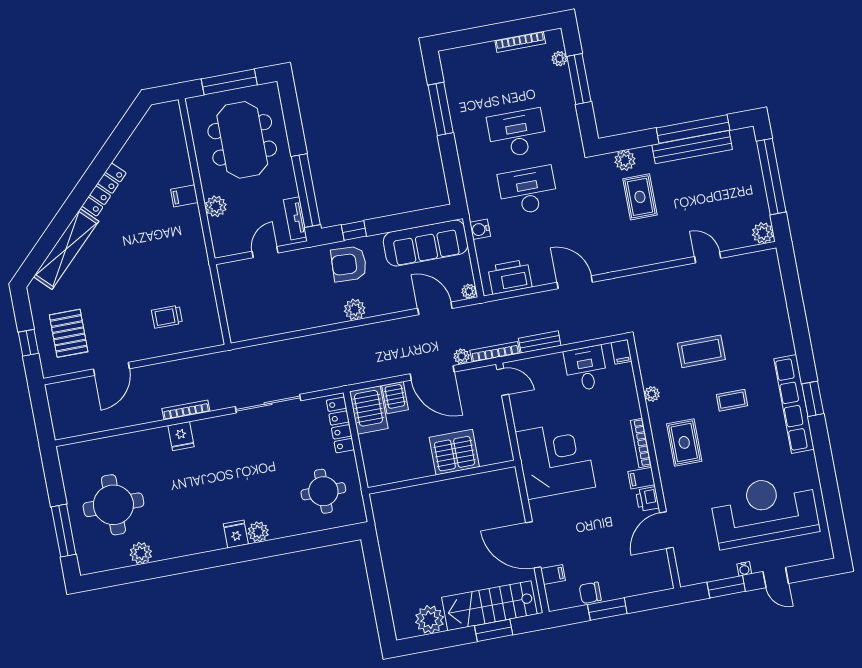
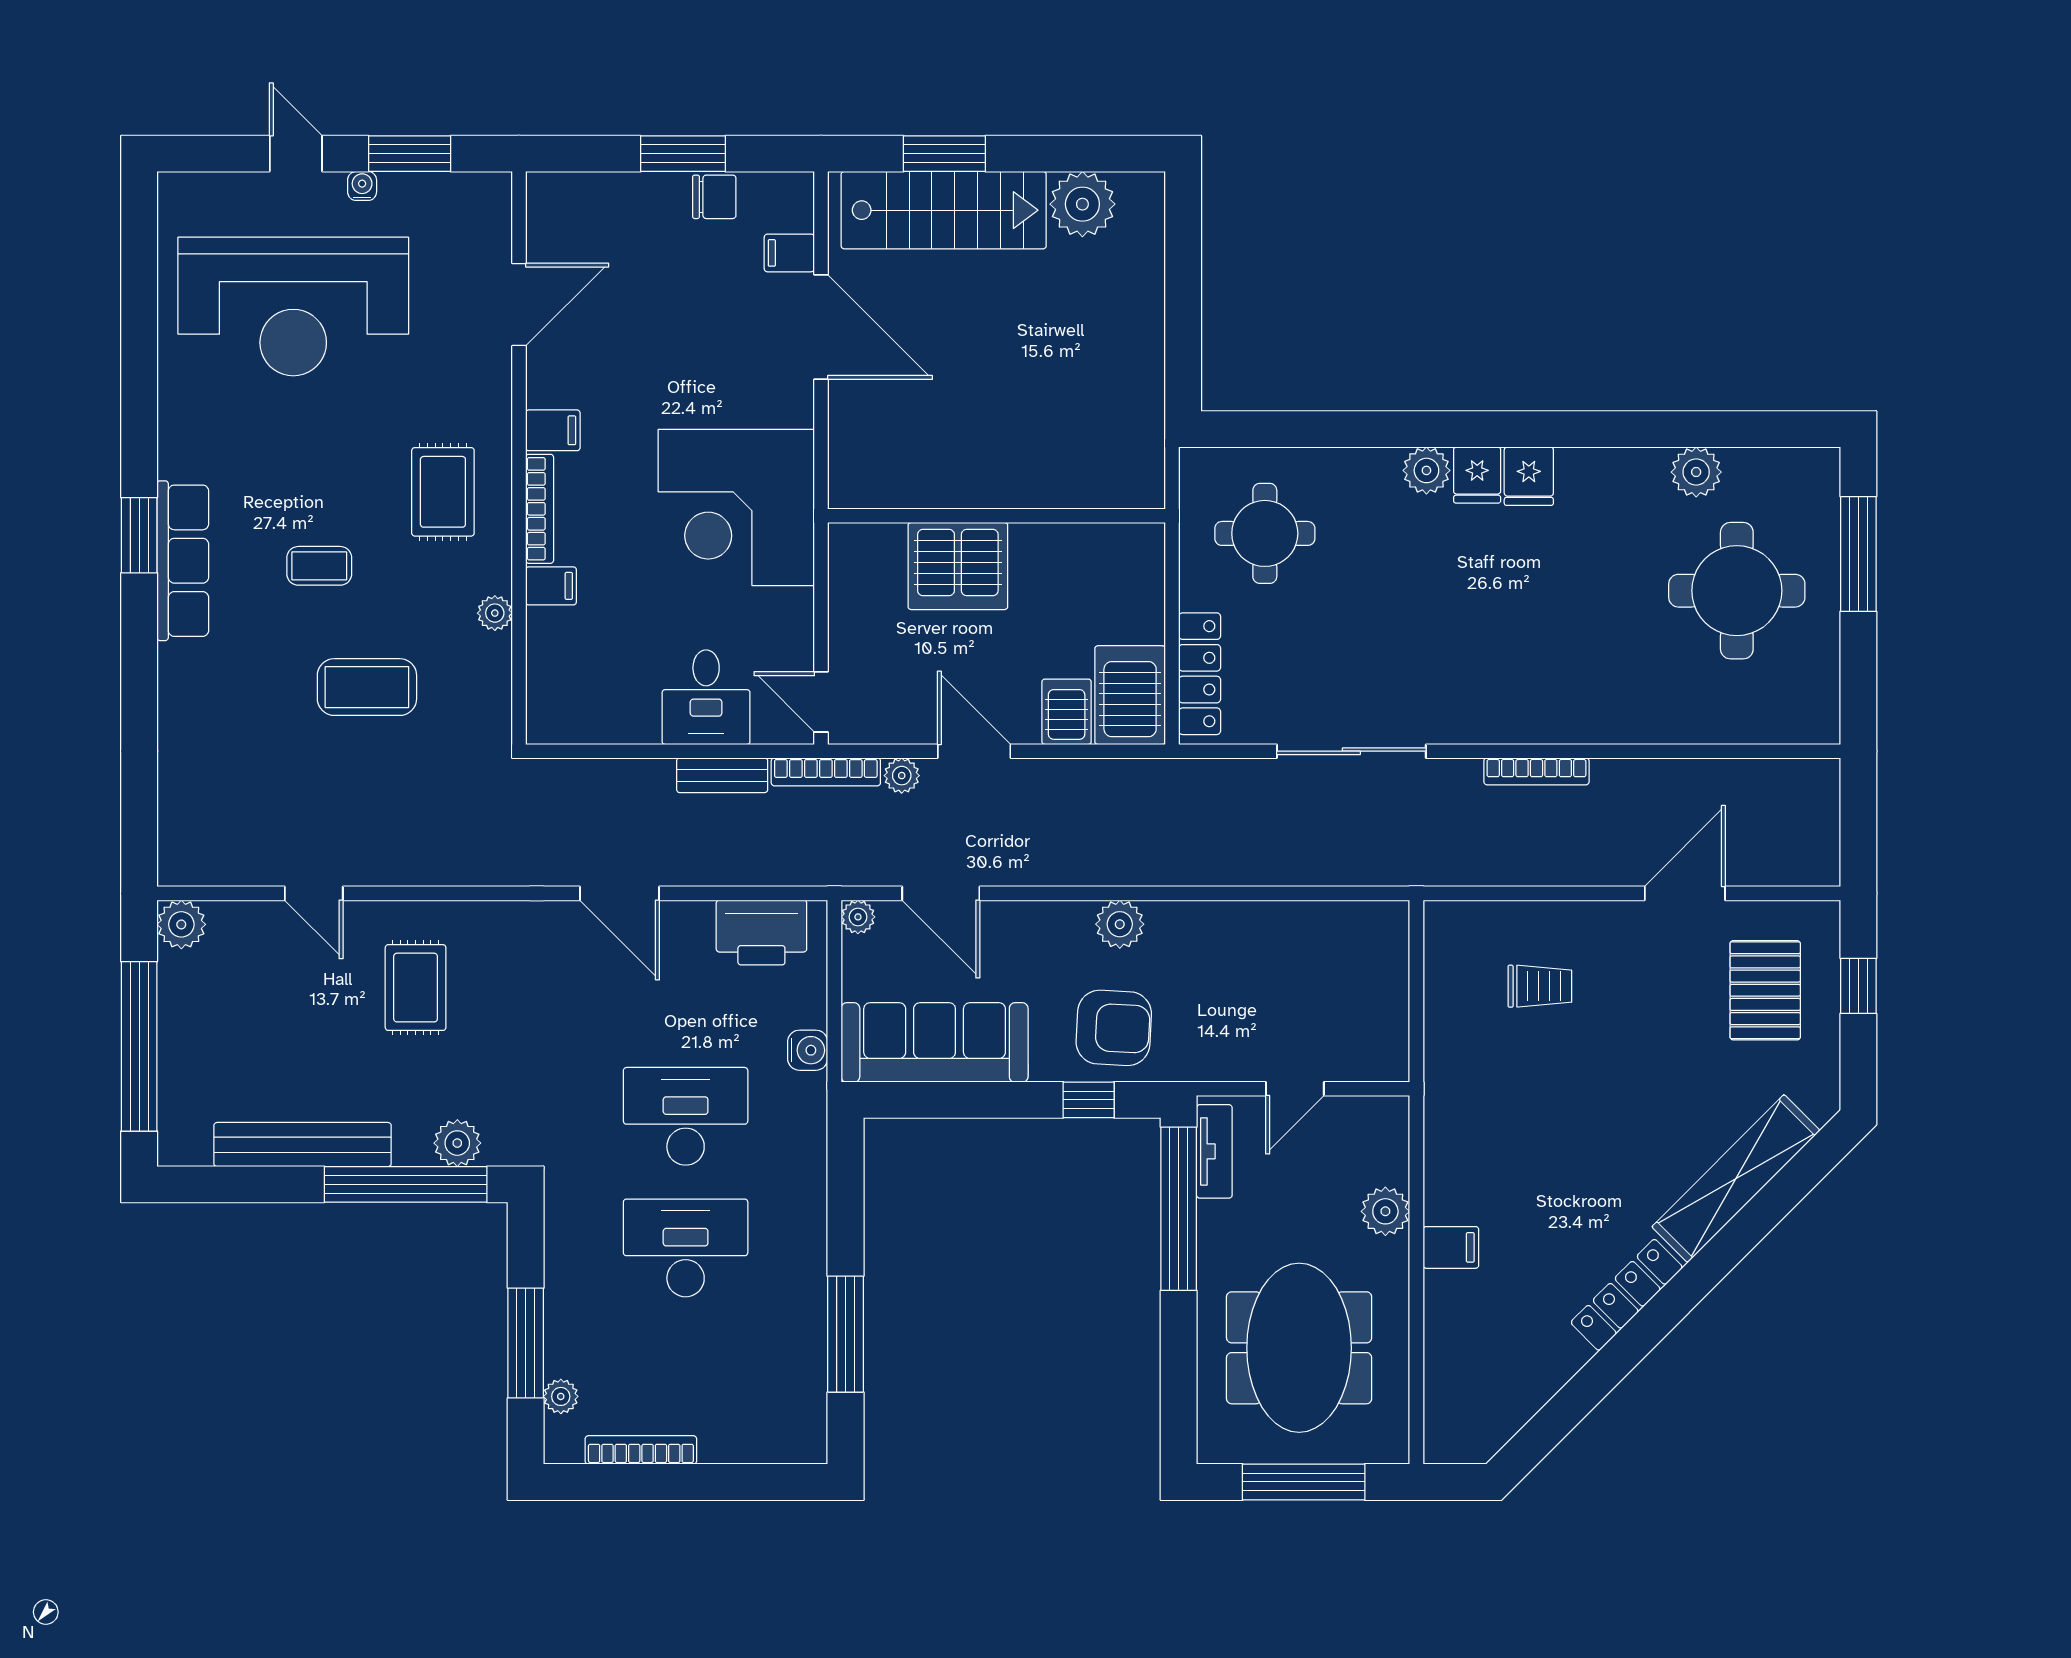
window: (693, 129) -> (406, 1184), moved
desk: (517, 133) -> (686, 1248), turned 180
desk: (528, 191) -> (686, 1116), turned 180
rug: (640, 197) -> (416, 988), moved
filing cabinet: (621, 352) -> (551, 586), moved, turned 90
desk: (586, 368) -> (706, 697), moved
door: (432, 373) -> (974, 751), width x0.73
row of seats: (794, 404) -> (183, 561), width x0.73
fridge: (181, 436) -> (1529, 476), moved, turned 180
printer: (647, 499) -> (548, 381), removed

